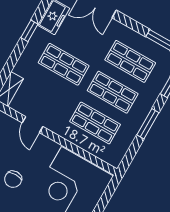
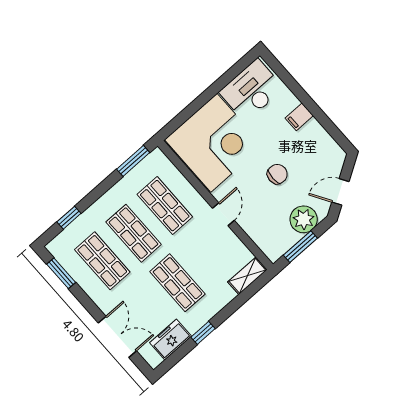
window: (148, 124) -> (133, 161), moved
door: (32, 125) -> (223, 214), moved

